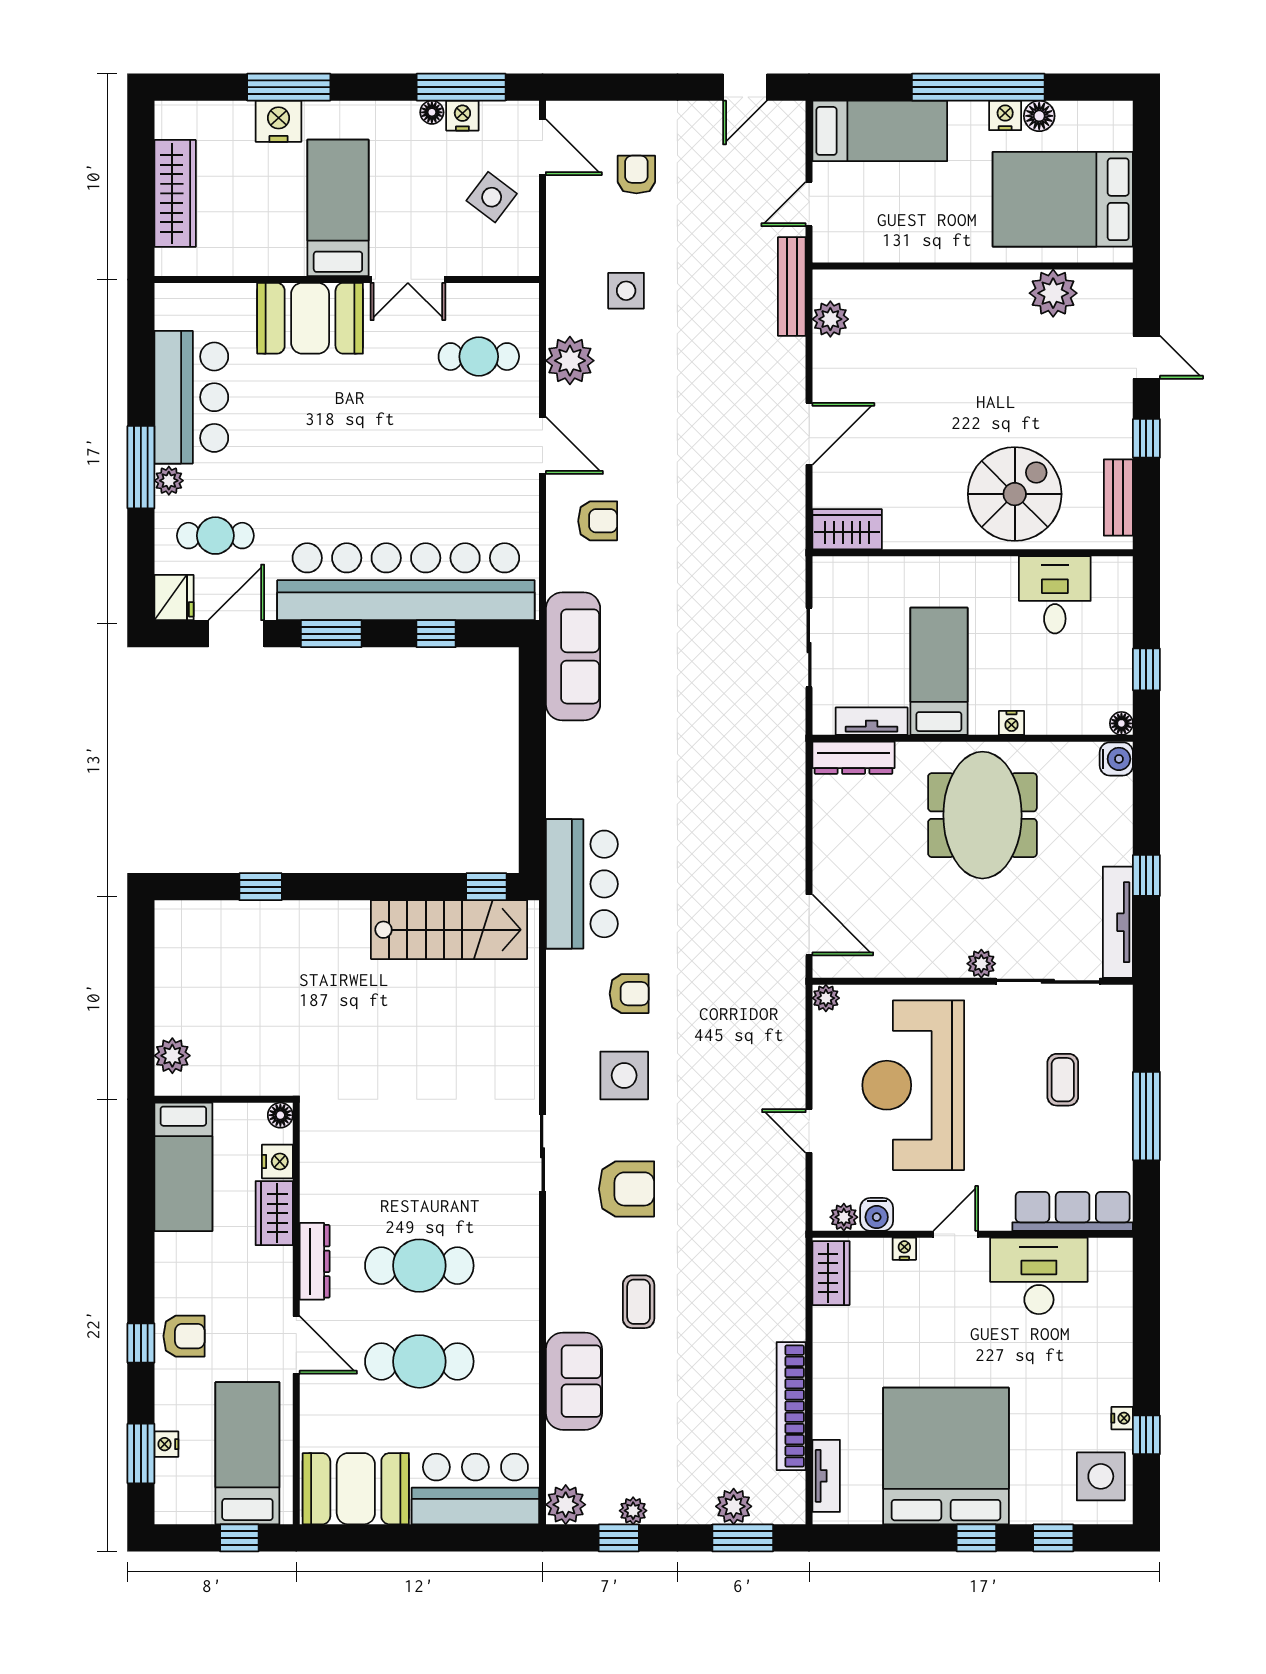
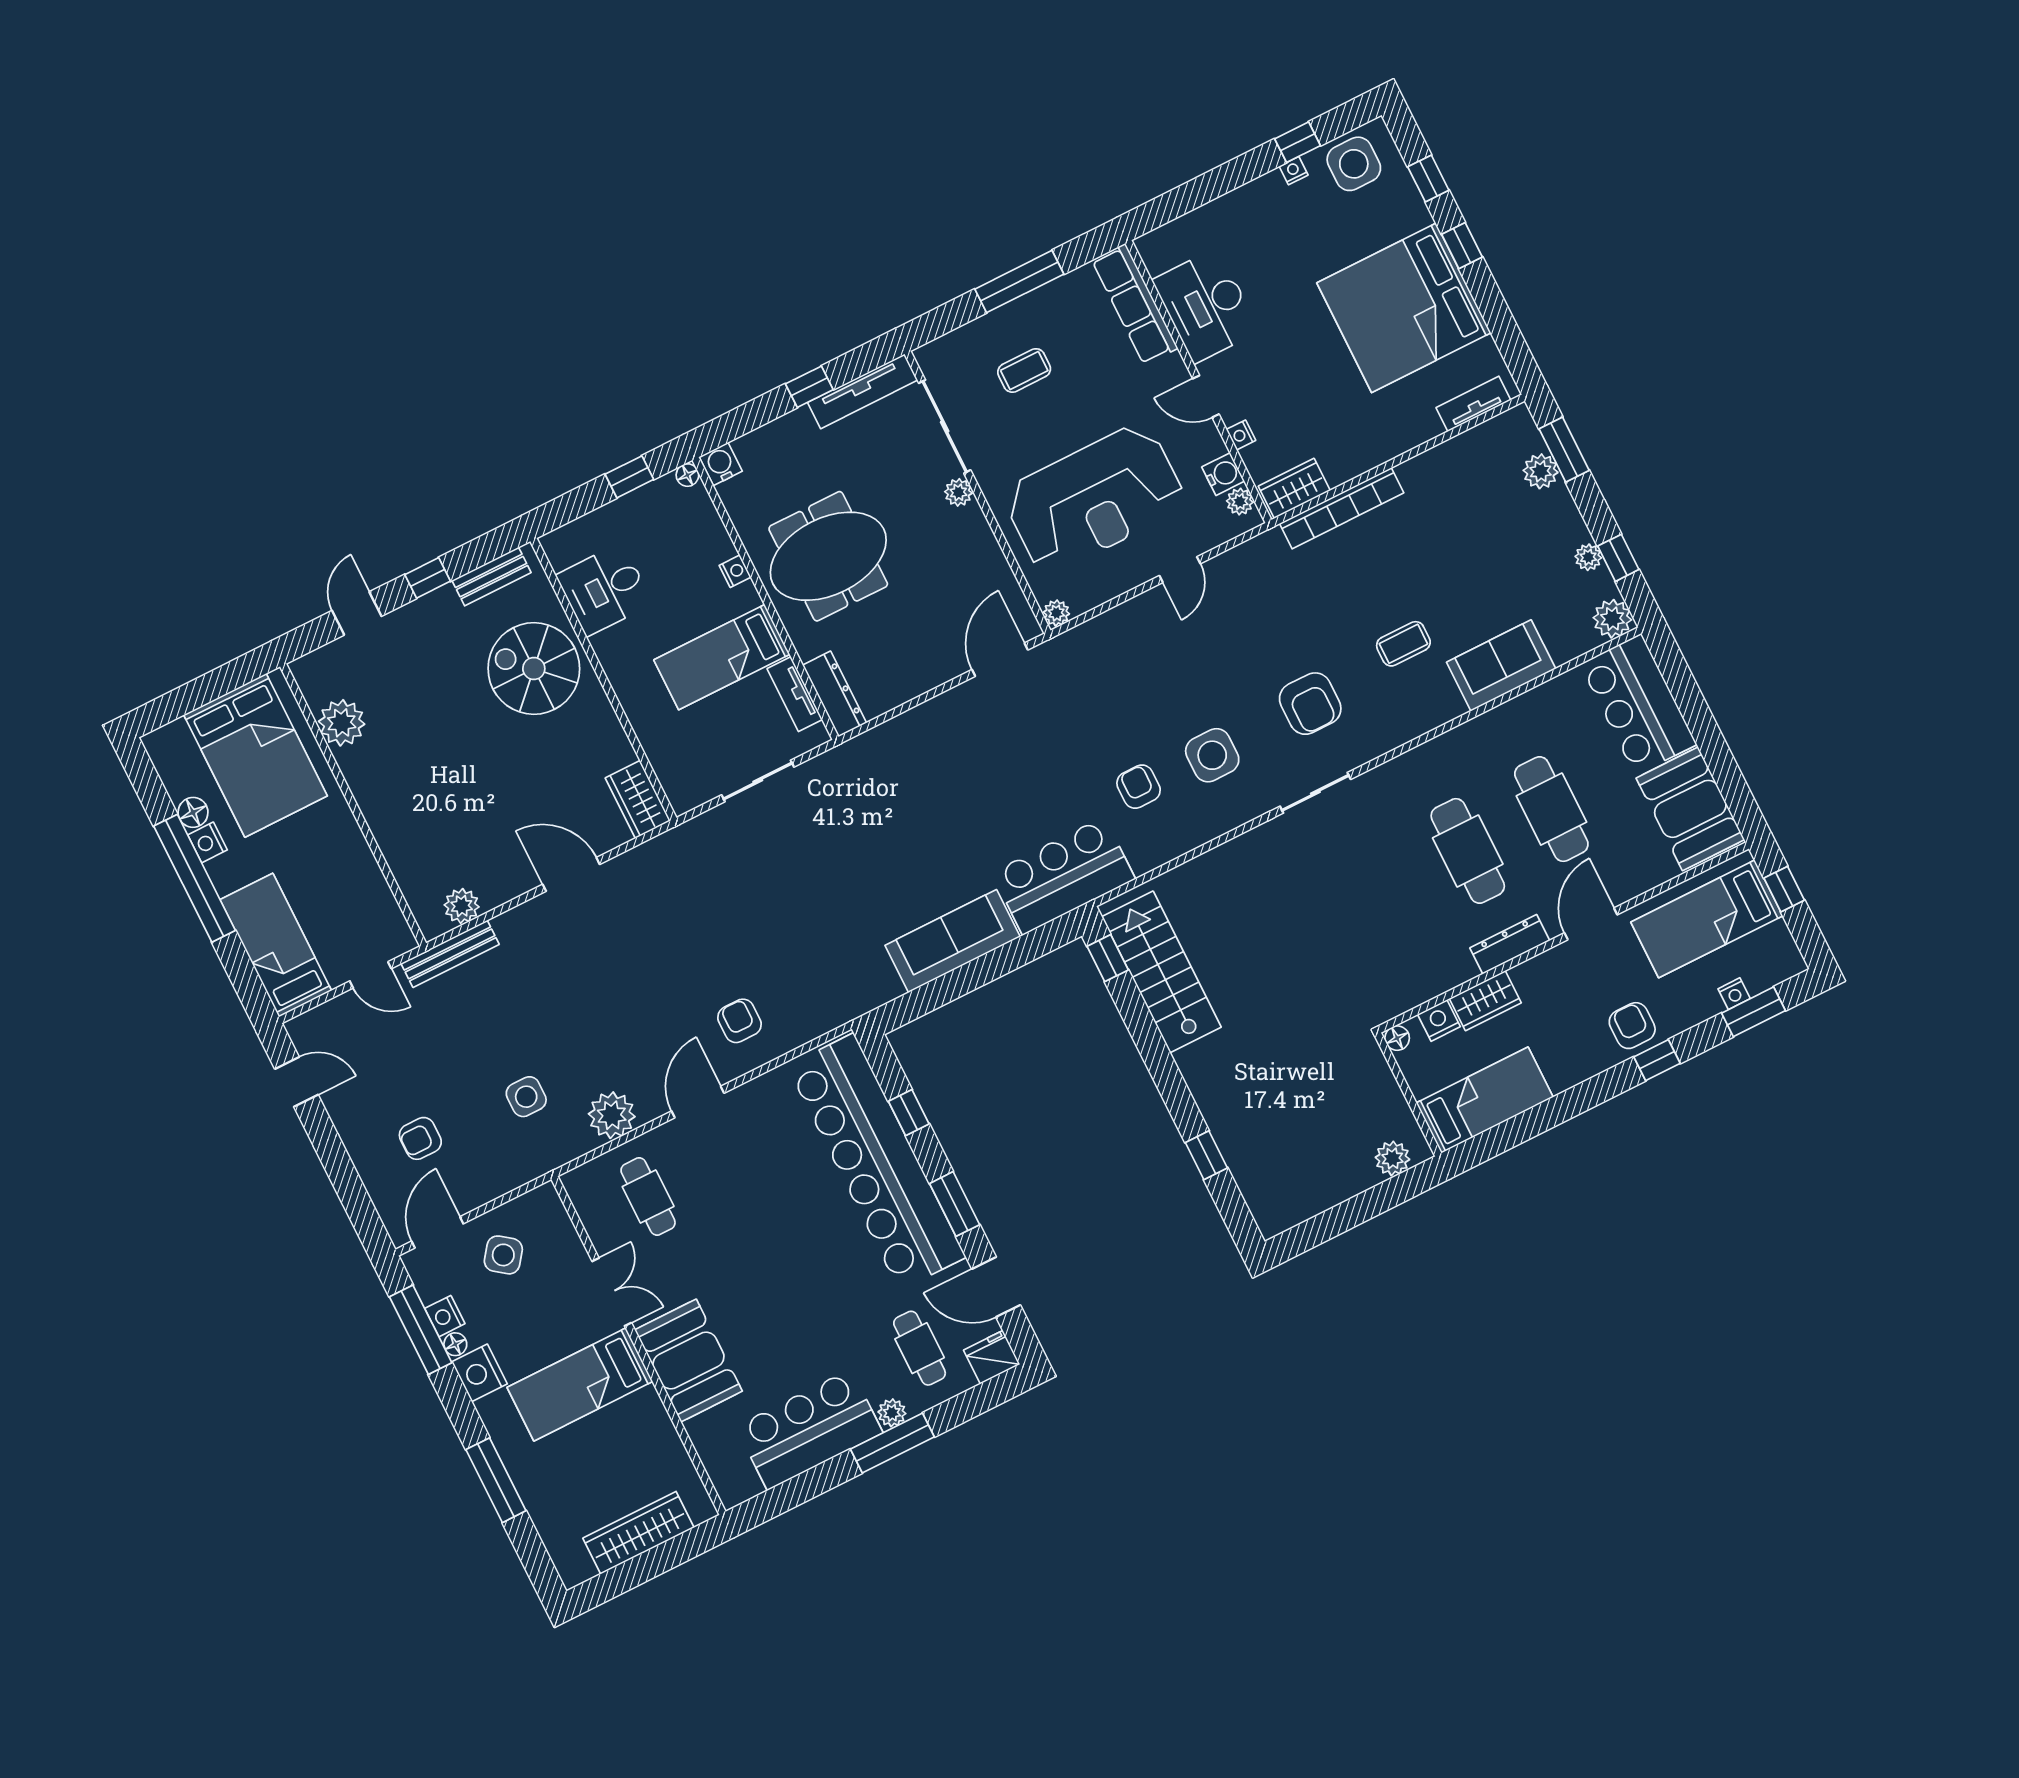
nightstand: (279, 121) -> (479, 1373), moved
sofa: (573, 656) -> (953, 941), moved
armchair: (627, 1189) -> (1310, 704), turned 180
bookcase: (791, 1406) -> (1342, 508), moved

